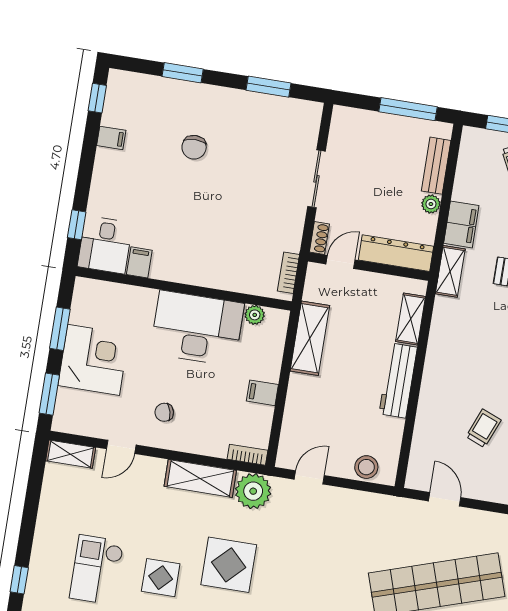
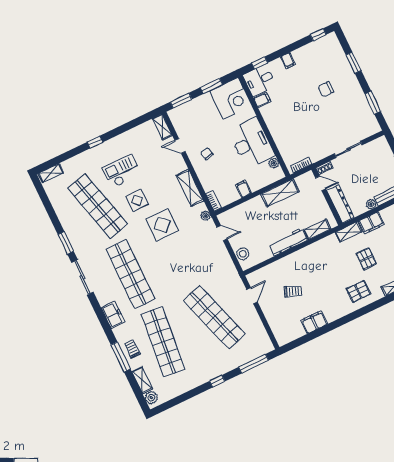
filing cabinet: (111, 138) -> (288, 61), moved
corner desk: (93, 360) -> (231, 98), moved
plant: (253, 491) -> (206, 216), width x0.53, depth x0.53

